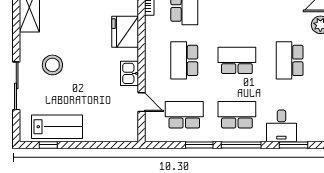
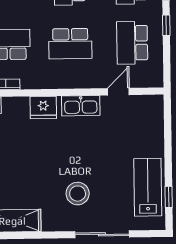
fridge: (125, 32) -> (43, 107), width x0.73, depth x0.75
kitchen sink: (130, 73) -> (81, 106), width x1.38
window: (199, 145) -> (166, 25), width x0.67

